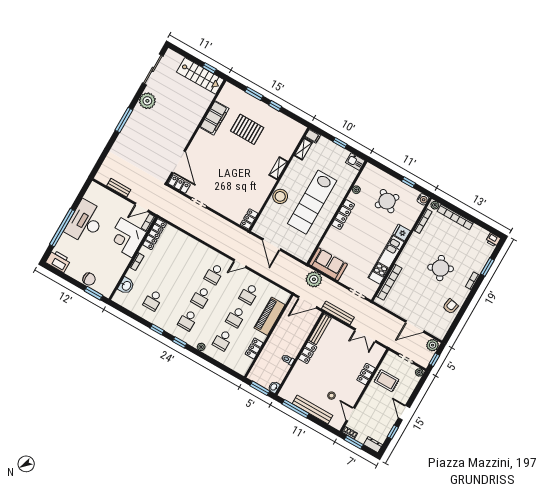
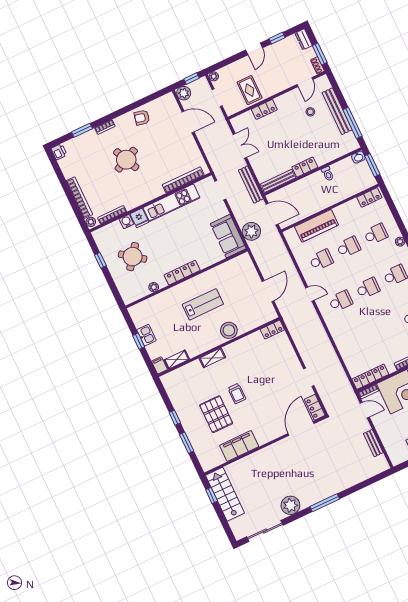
trolley: (243, 155) -> (237, 394), added
kitchen sink: (355, 162) -> (146, 335), moved
water cooler: (423, 199) -> (126, 222), moved
lab bench: (312, 202) -> (203, 304), width x0.54, depth x0.72
locker: (254, 348) -> (369, 197), moved

